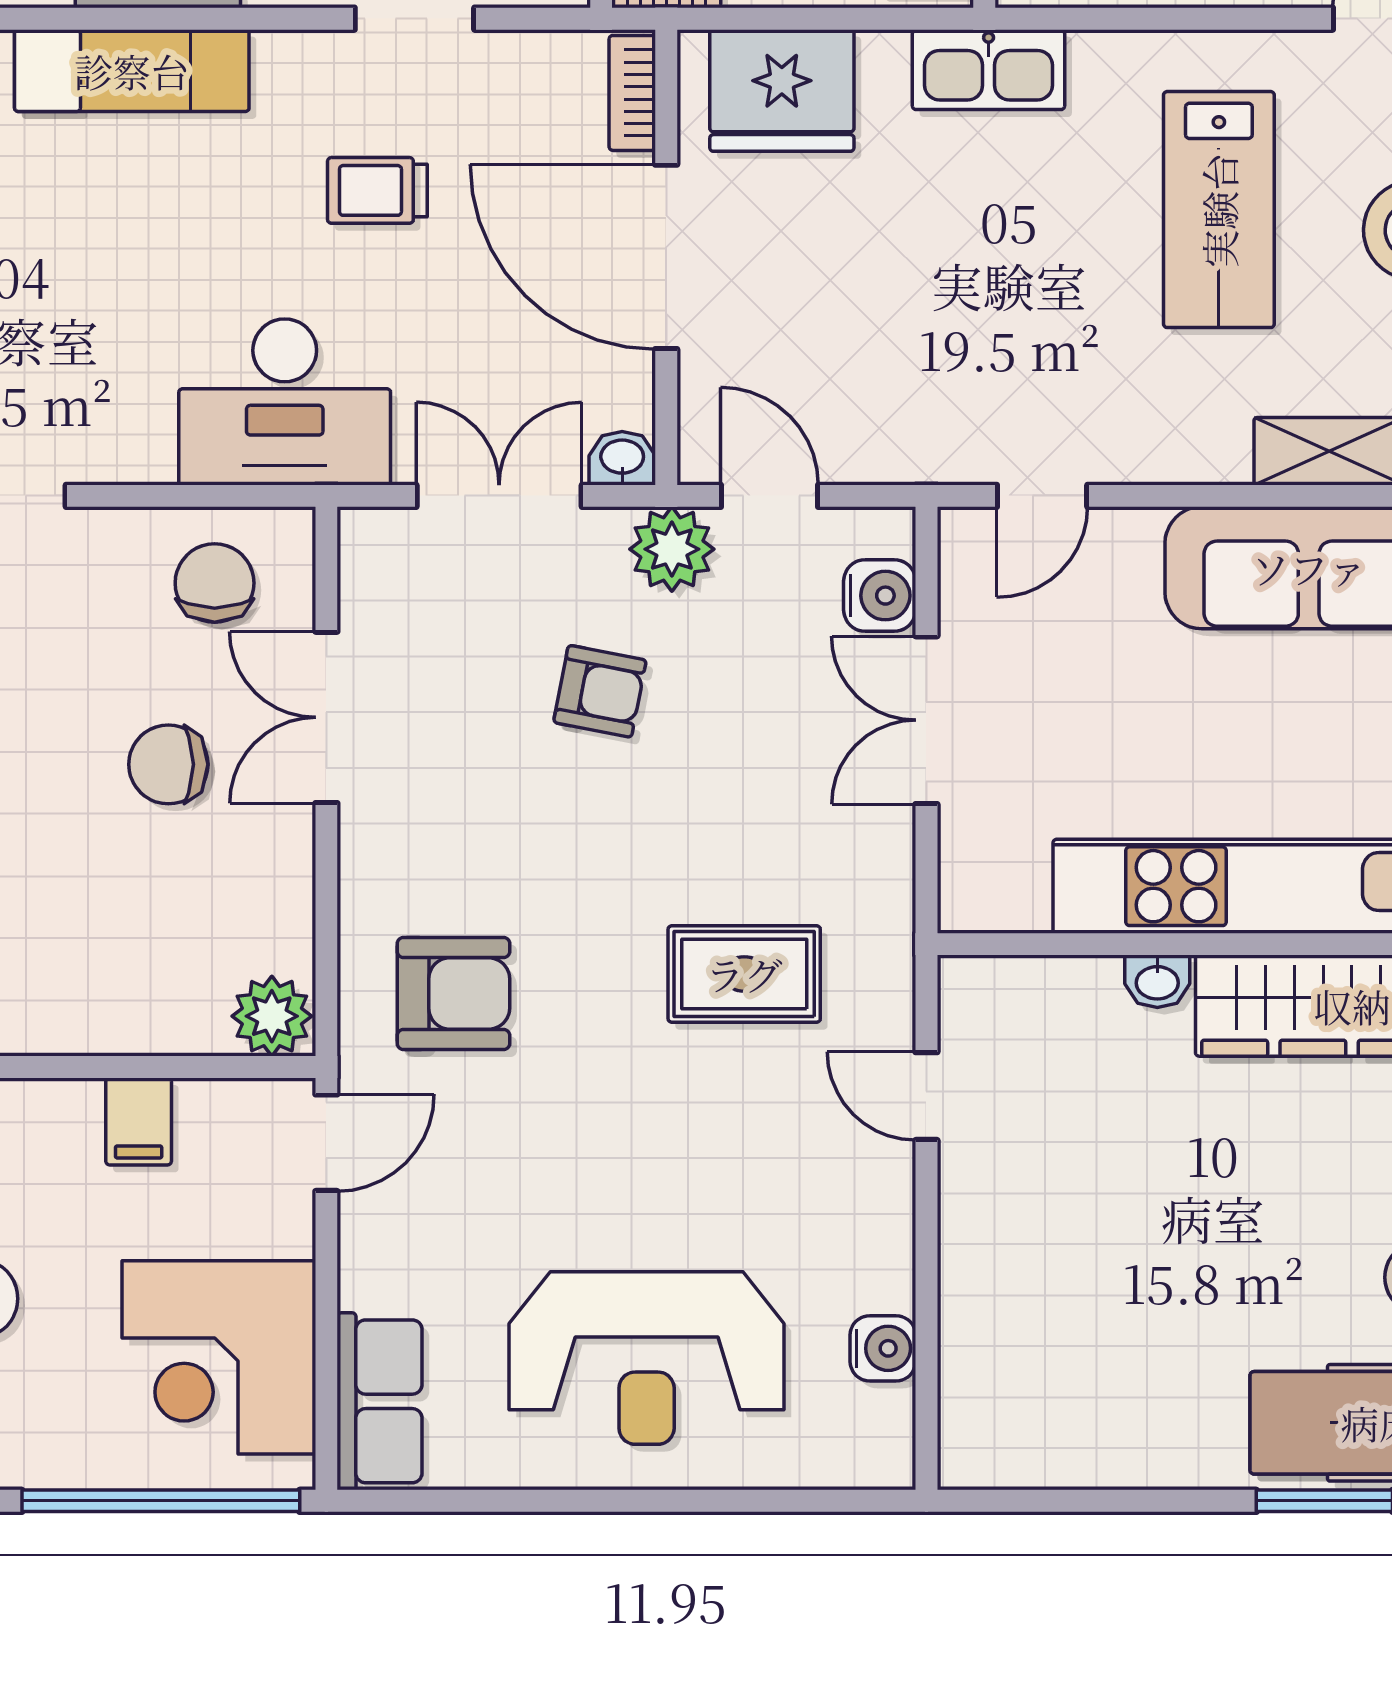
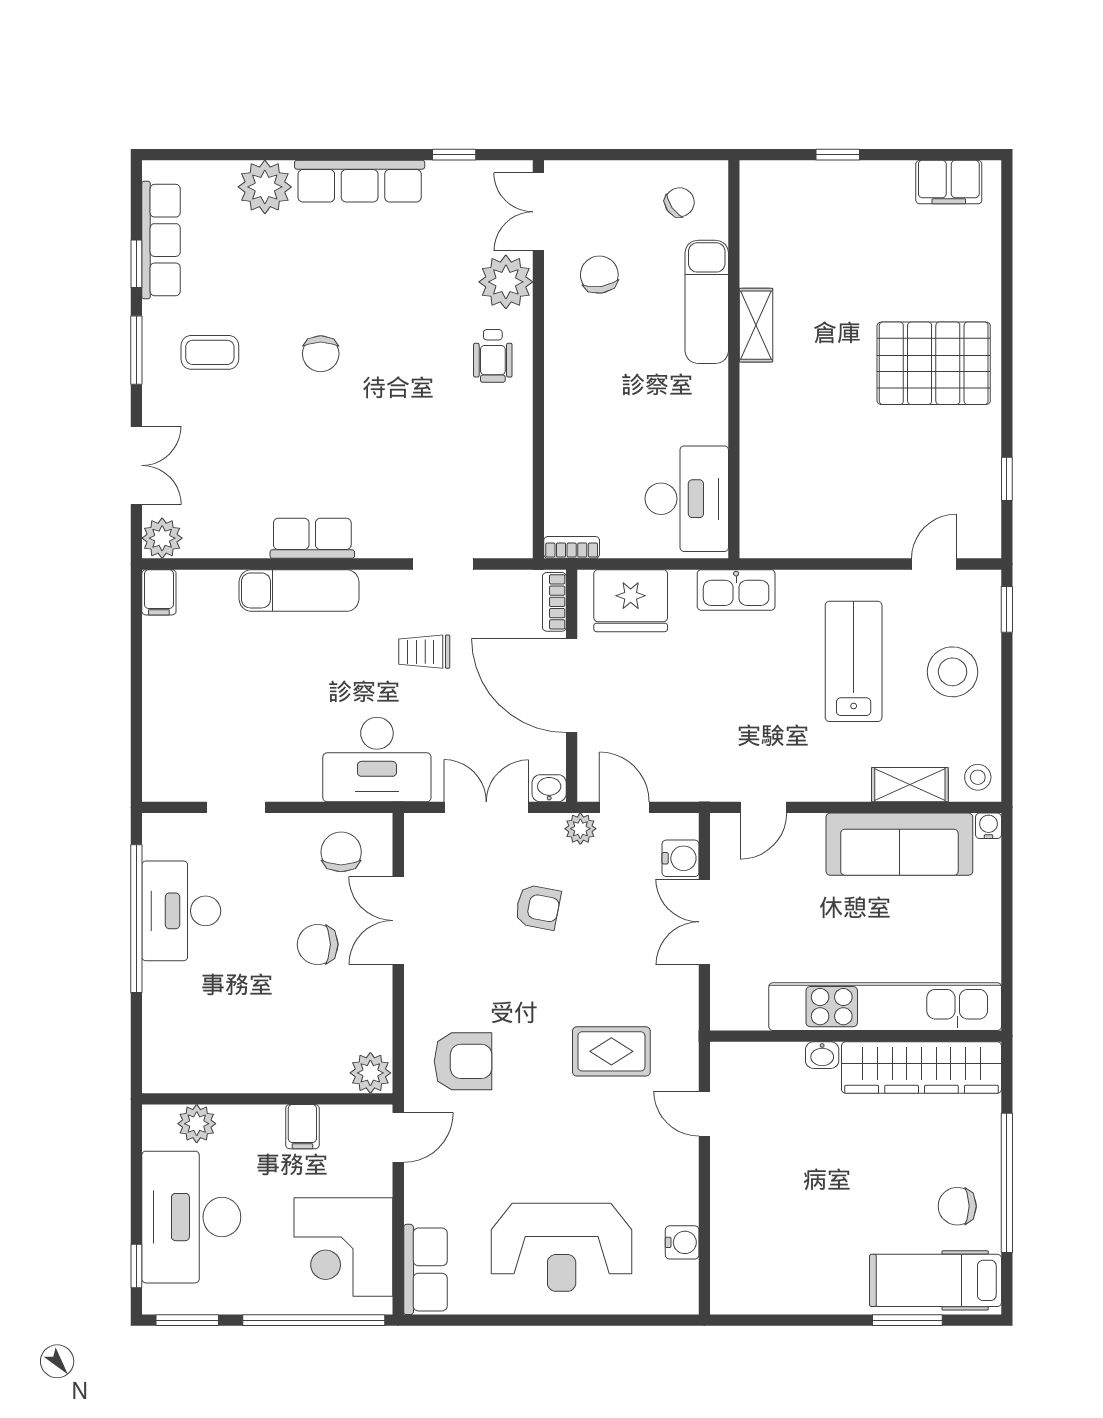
lab bench: (1219, 210) -> (854, 661), turned 180
plant: (672, 549) -> (580, 829), width x0.73, depth x0.73

